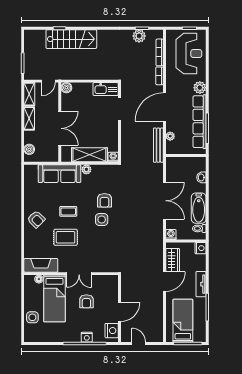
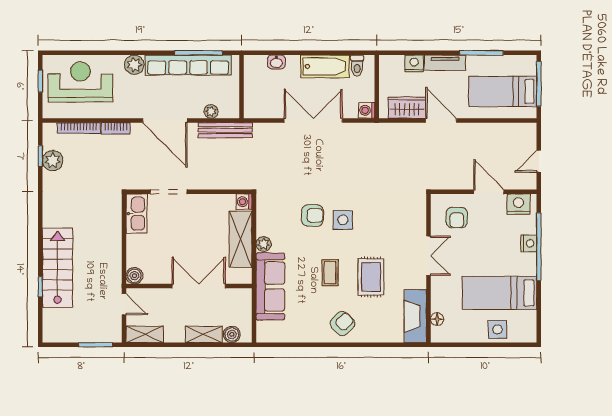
shelving: (29, 118) -> (204, 334), moved
nightstand: (201, 248) -> (414, 63), moved
bed: (54, 298) -> (500, 293), moved, turned 180
armchair: (86, 301) -> (457, 218), moved, turned 90

